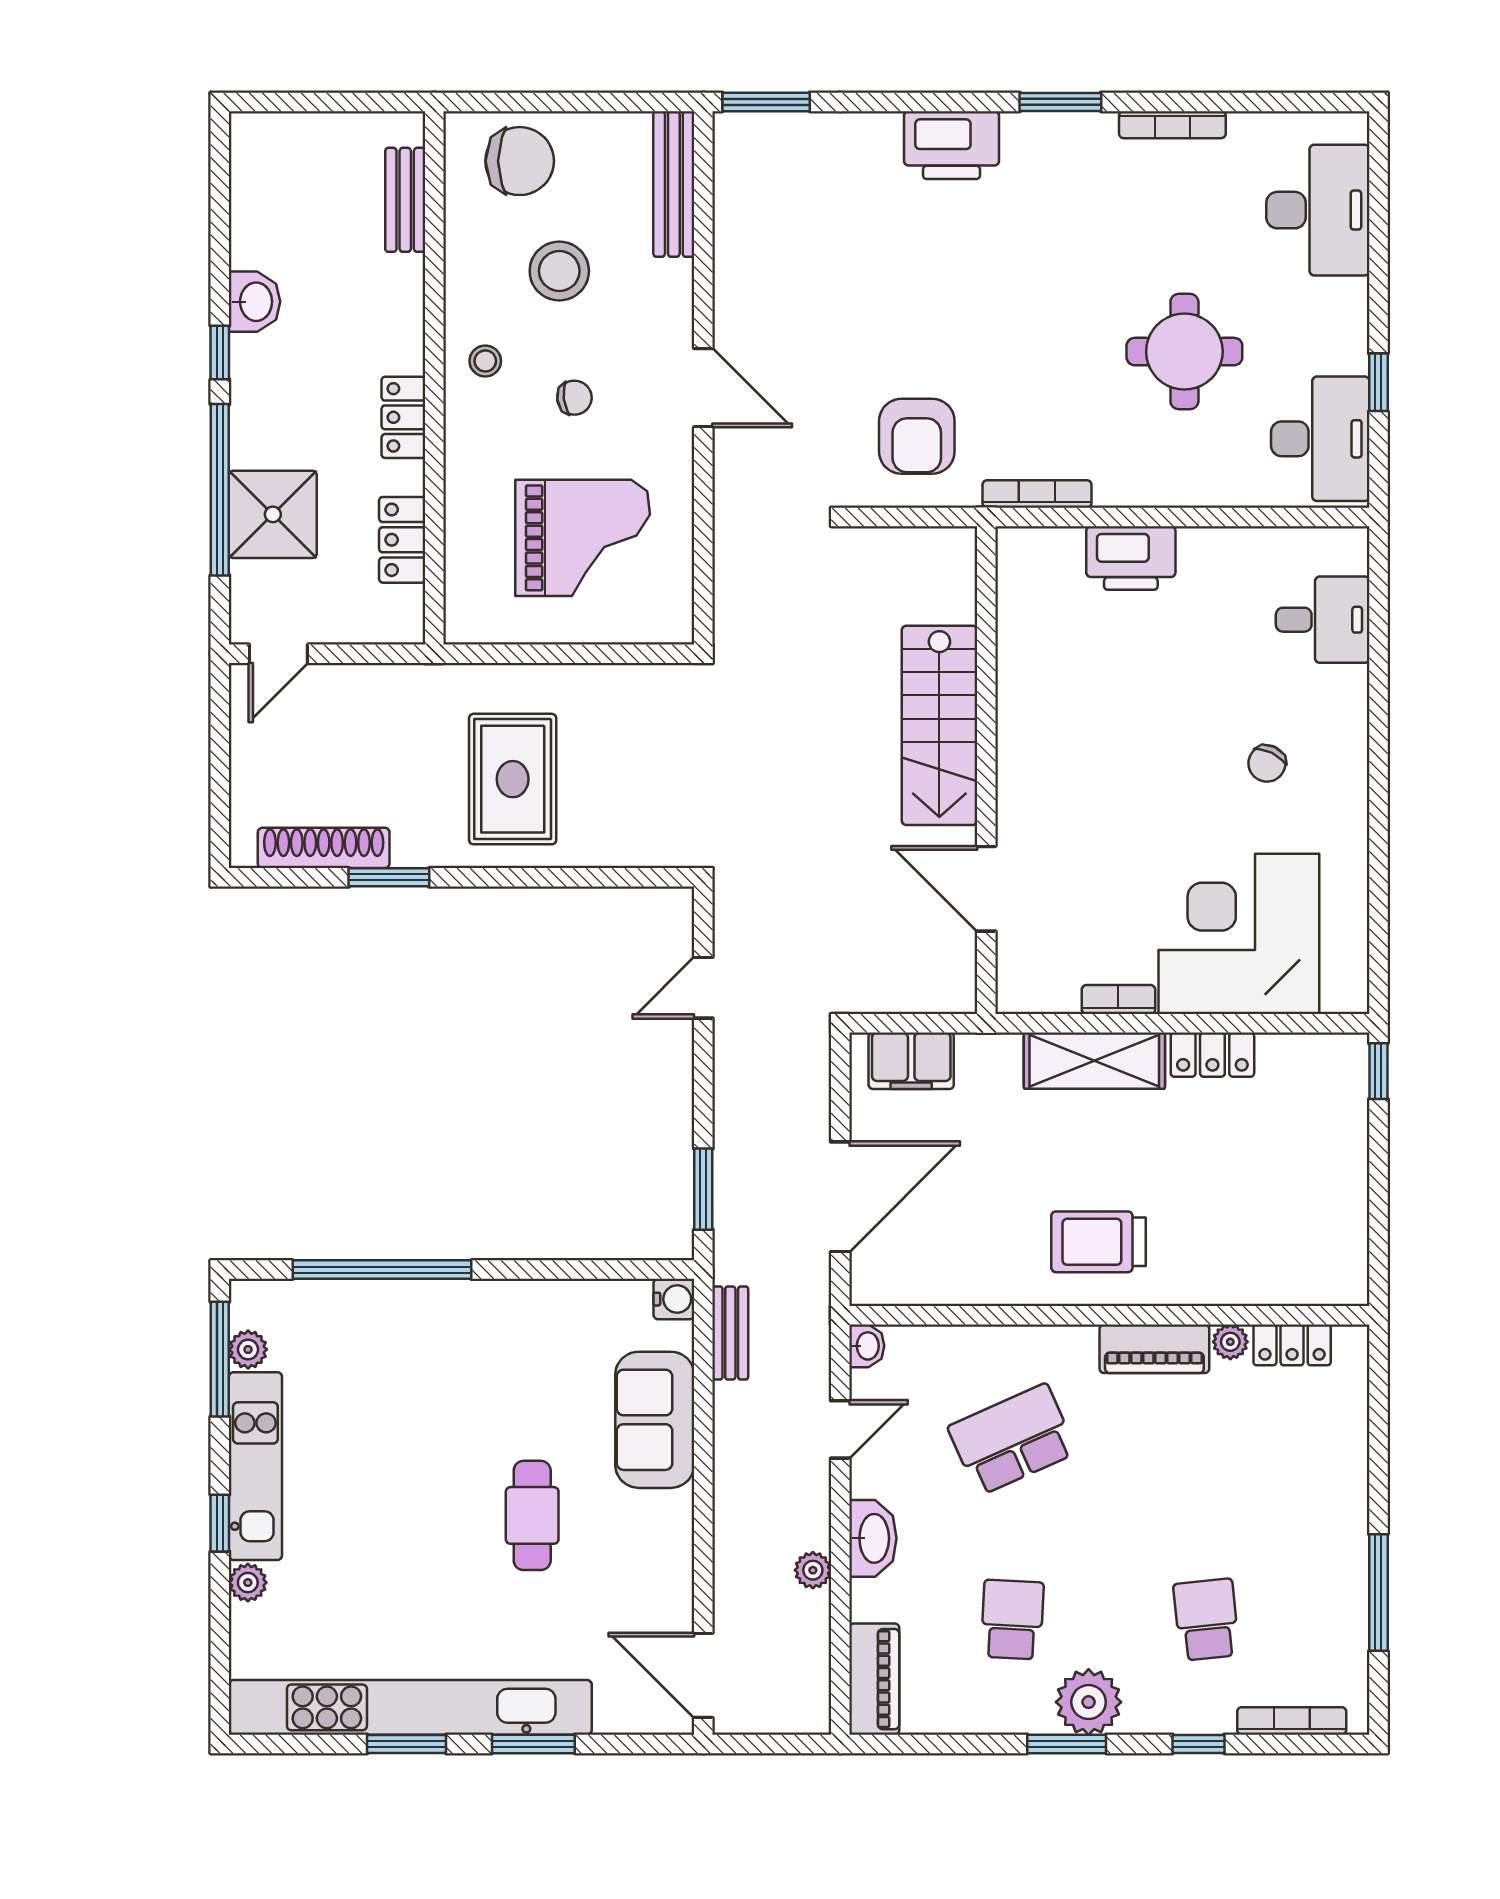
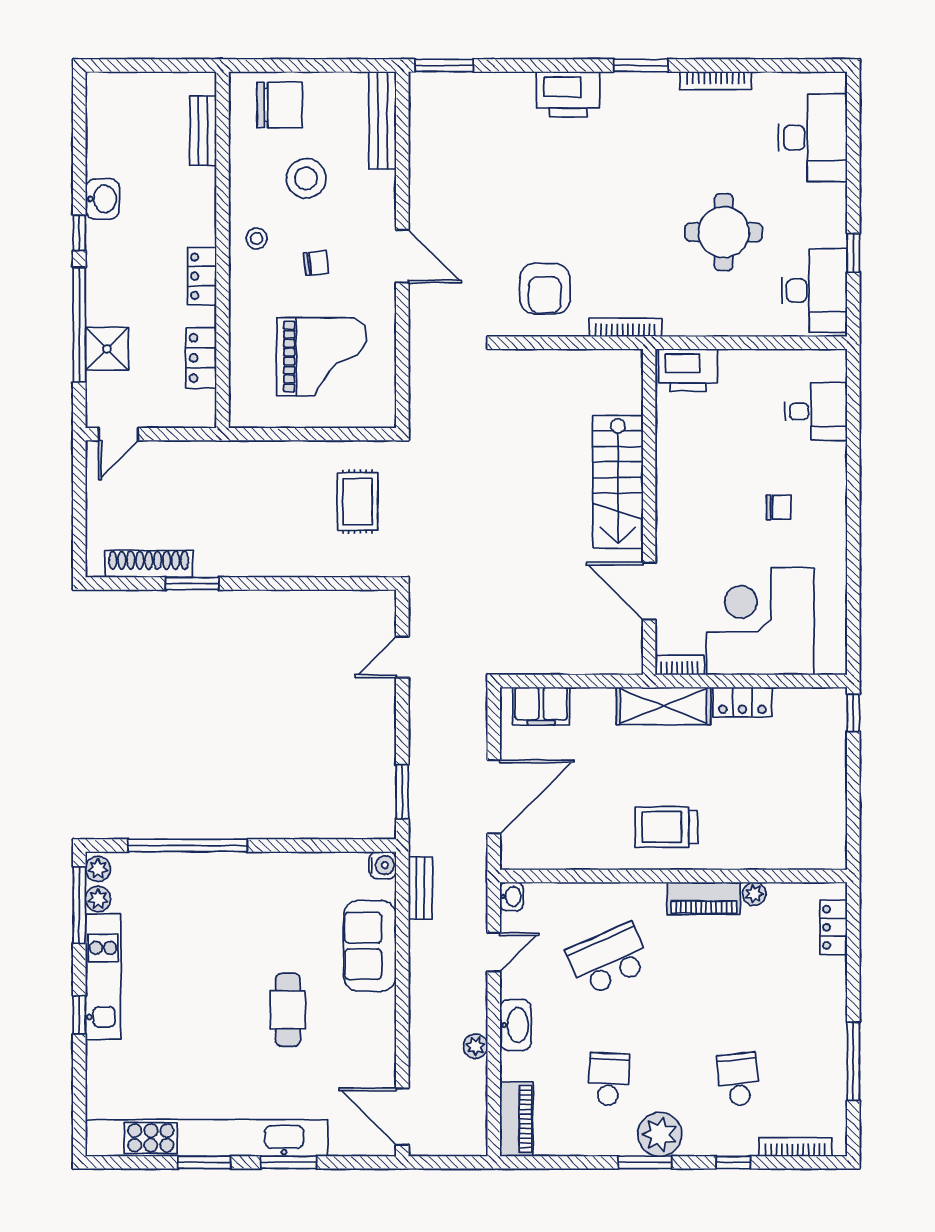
shower: (273, 514) -> (107, 349), width x0.73, depth x0.73
stairs: (939, 725) -> (618, 482), moved
chair: (1267, 763) -> (779, 507), turned -116
wall: (986, 770) -> (649, 512), moved
rug: (513, 779) -> (357, 502), moved, width x0.73, depth x0.70
door: (986, 889) -> (649, 591), moved
locker: (1292, 1345) -> (833, 927), moved, turned 90
plant: (248, 1583) -> (98, 869), moved

